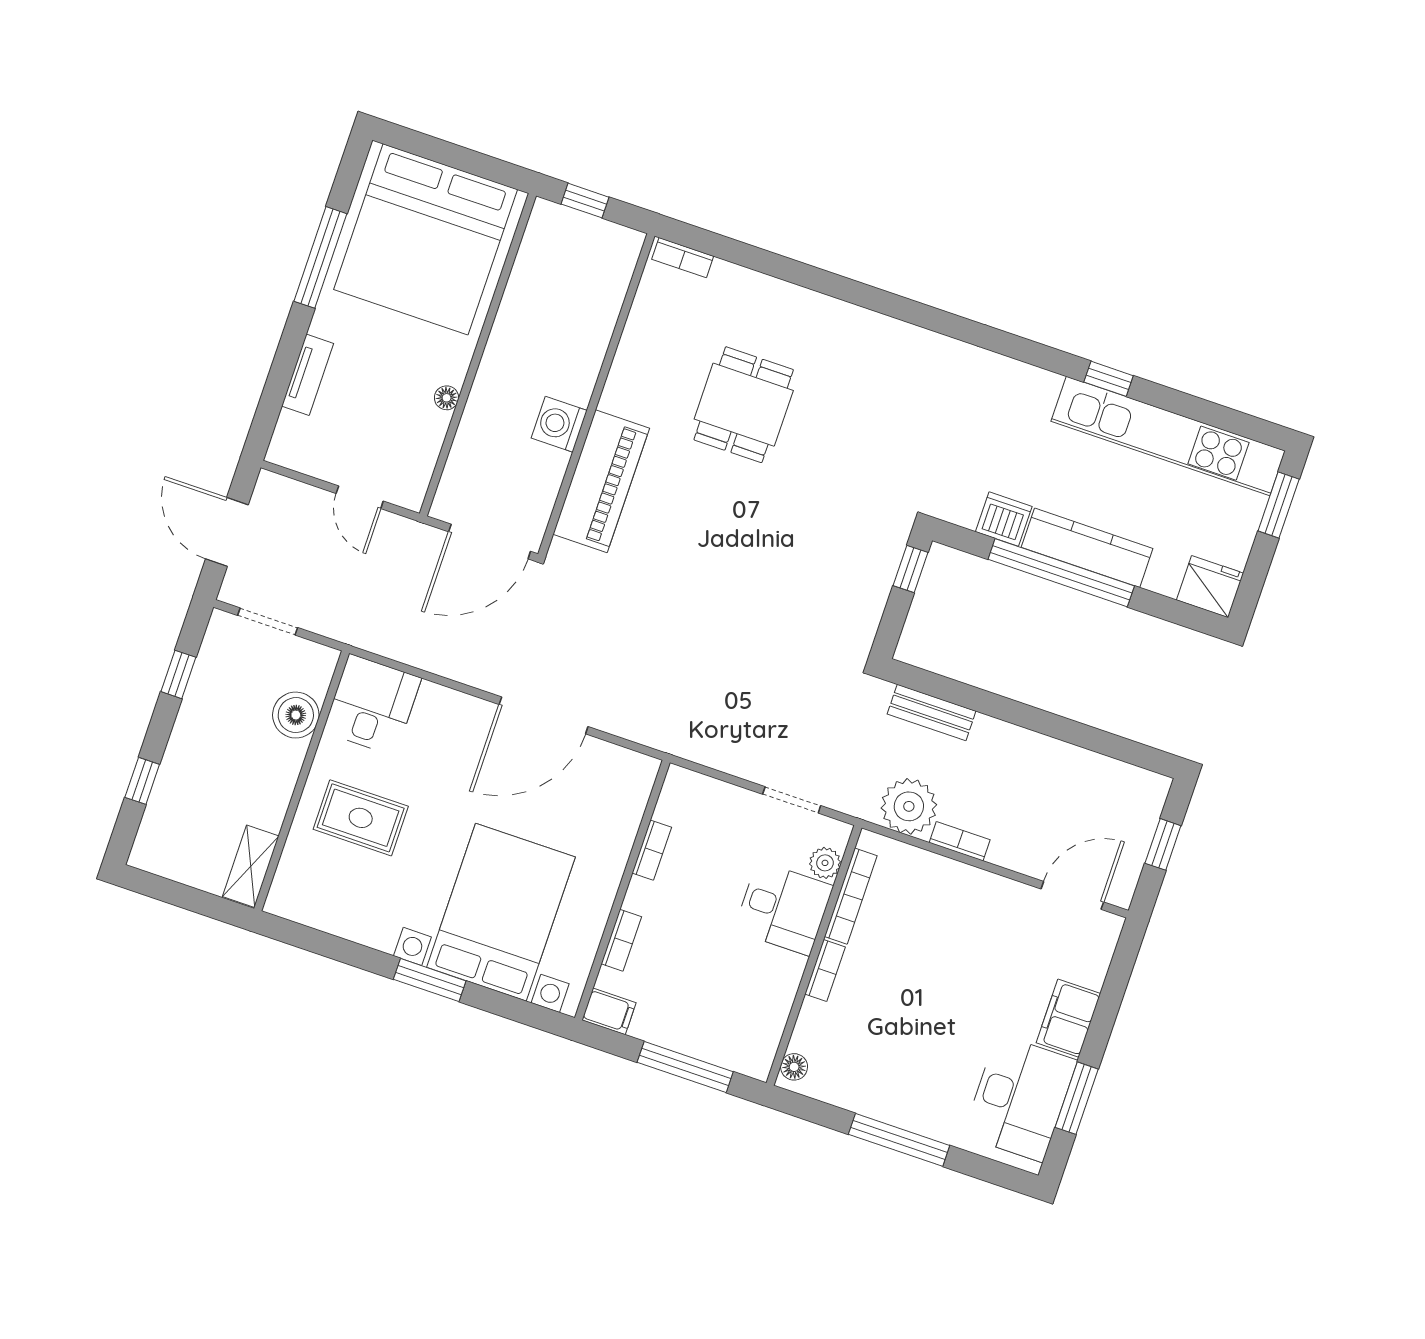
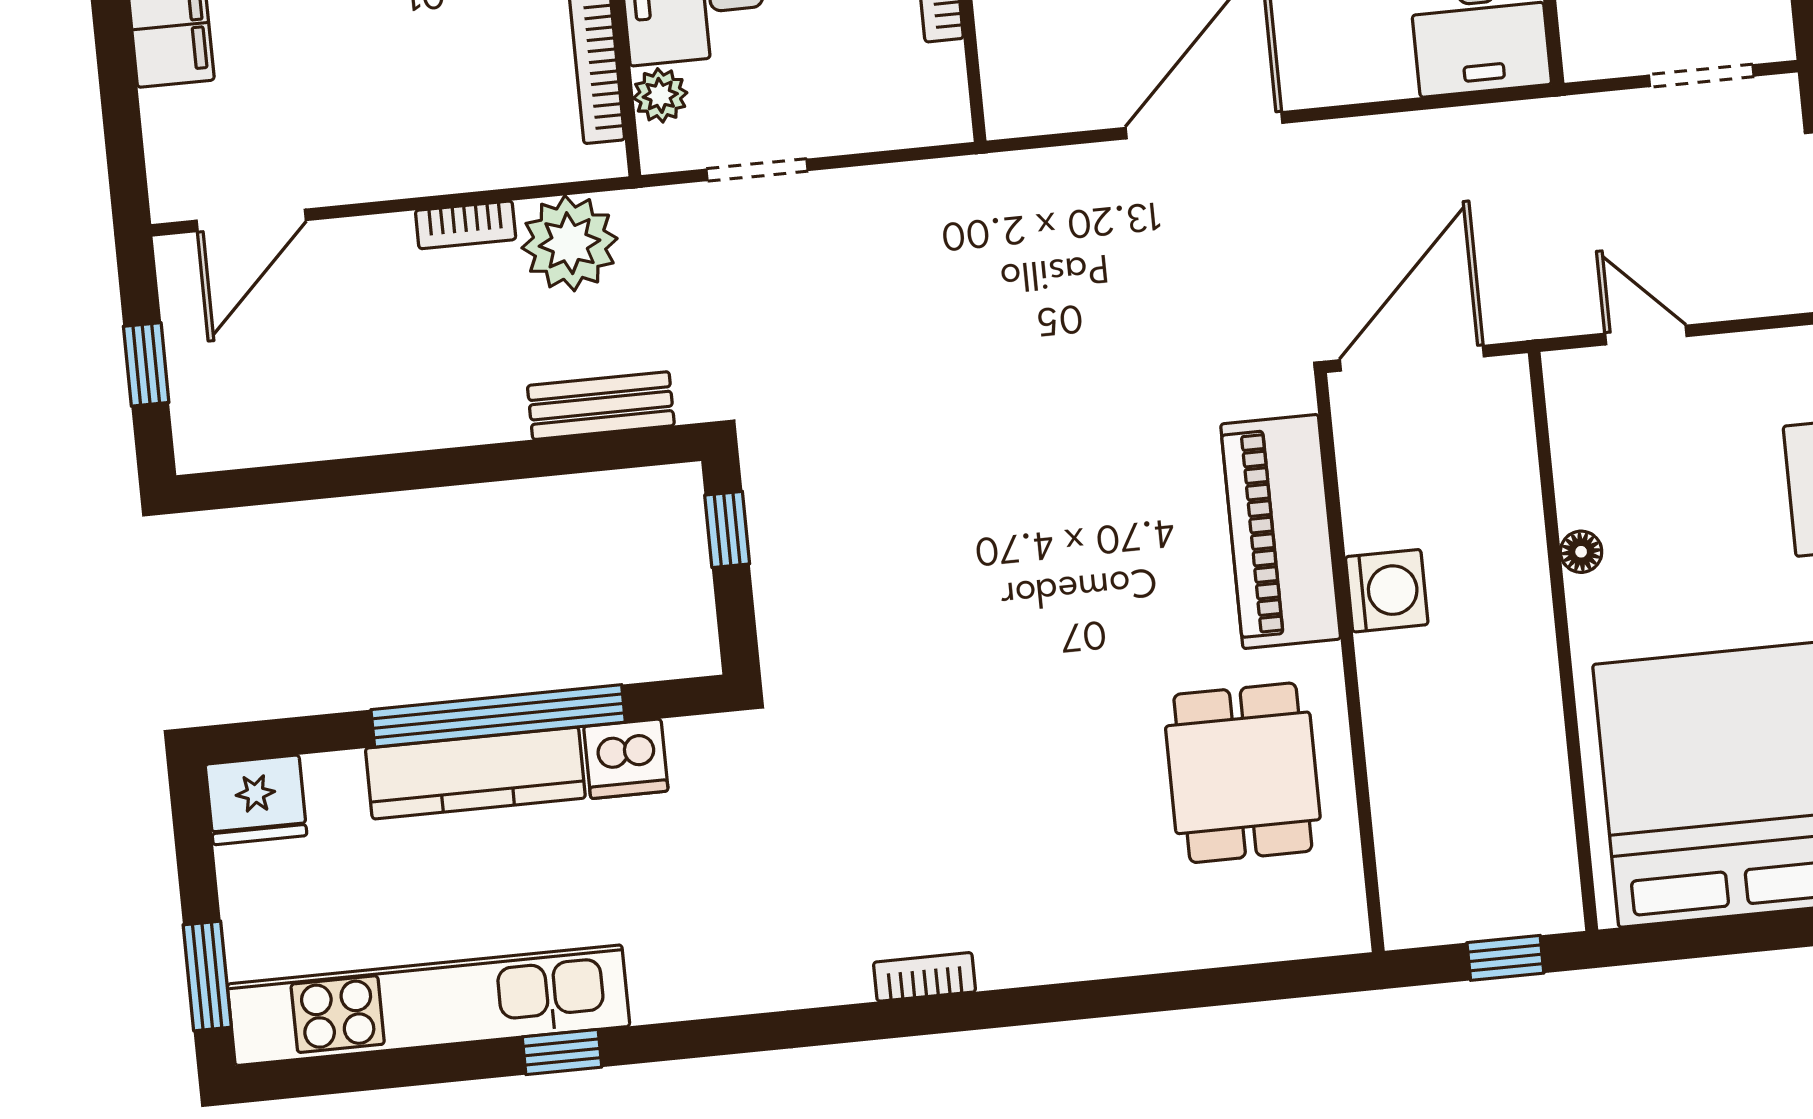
bookcase: (683, 258) -> (925, 977), moved
dining table: (744, 405) -> (1243, 773), moved
window: (911, 569) -> (727, 529), moved

